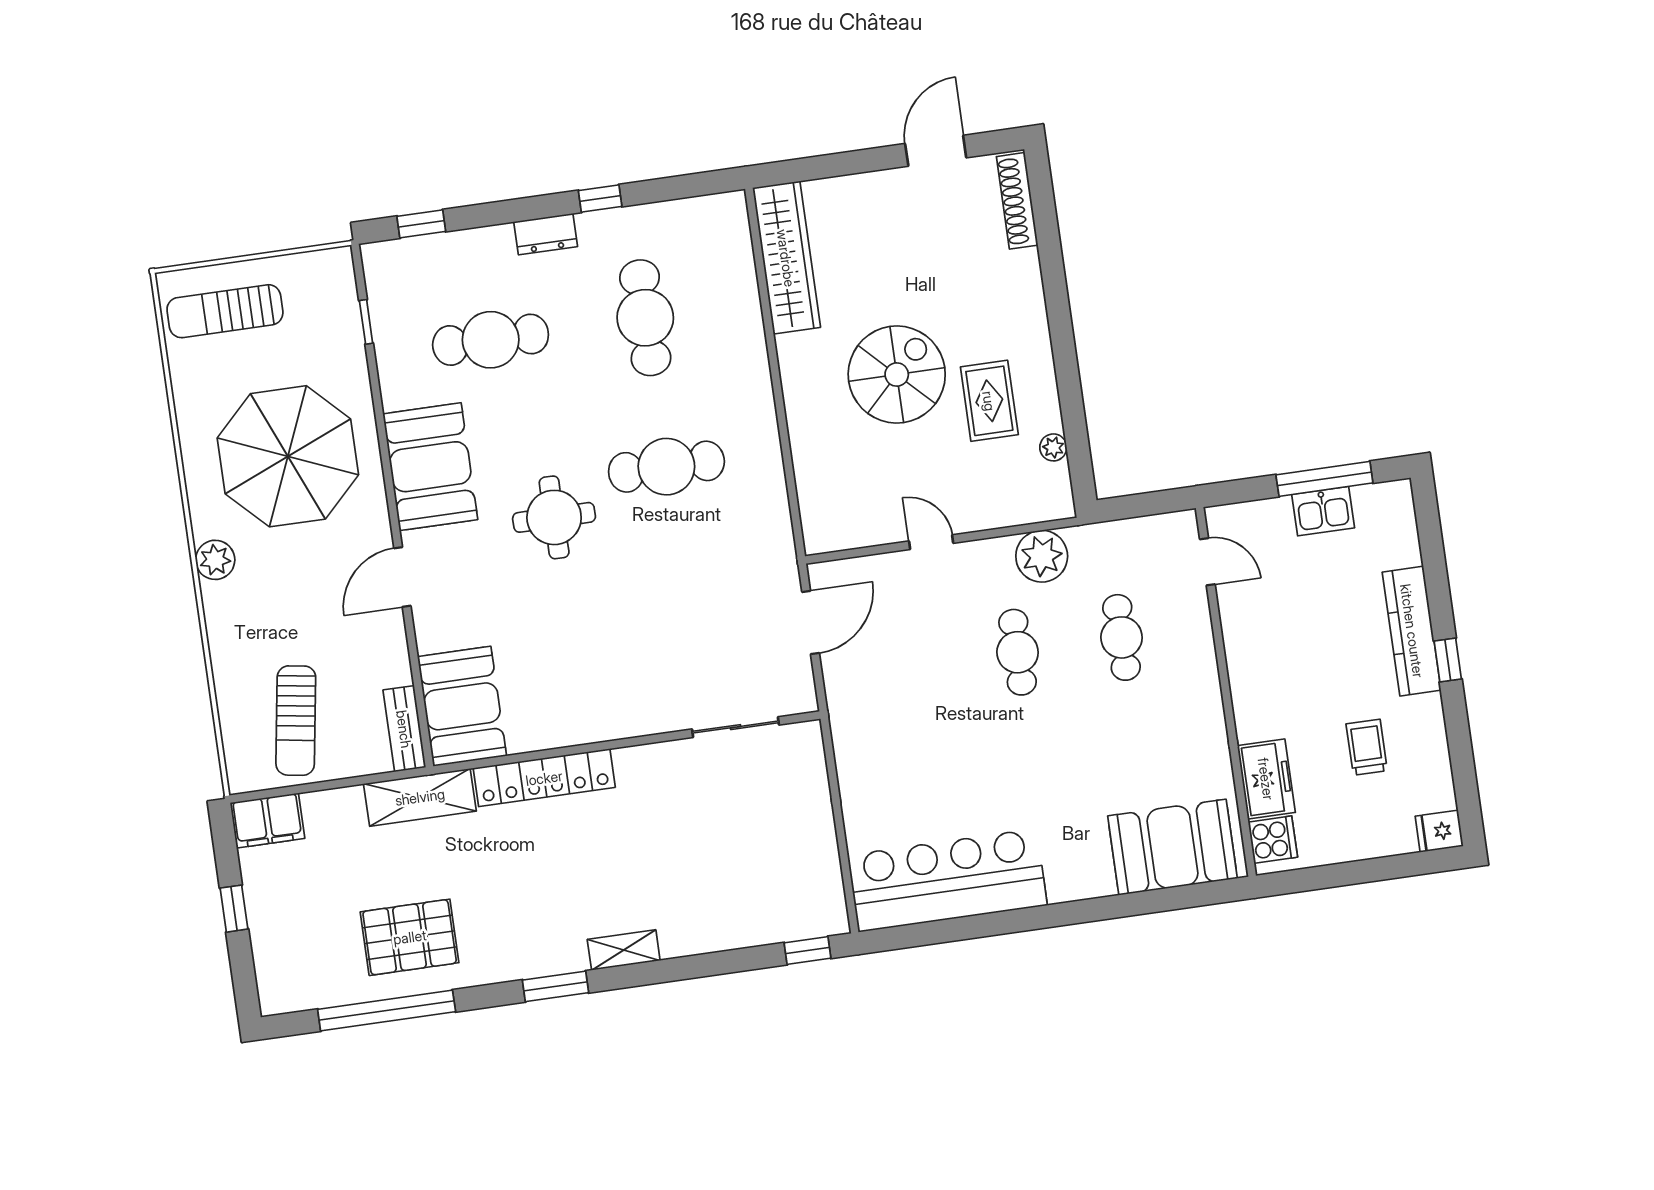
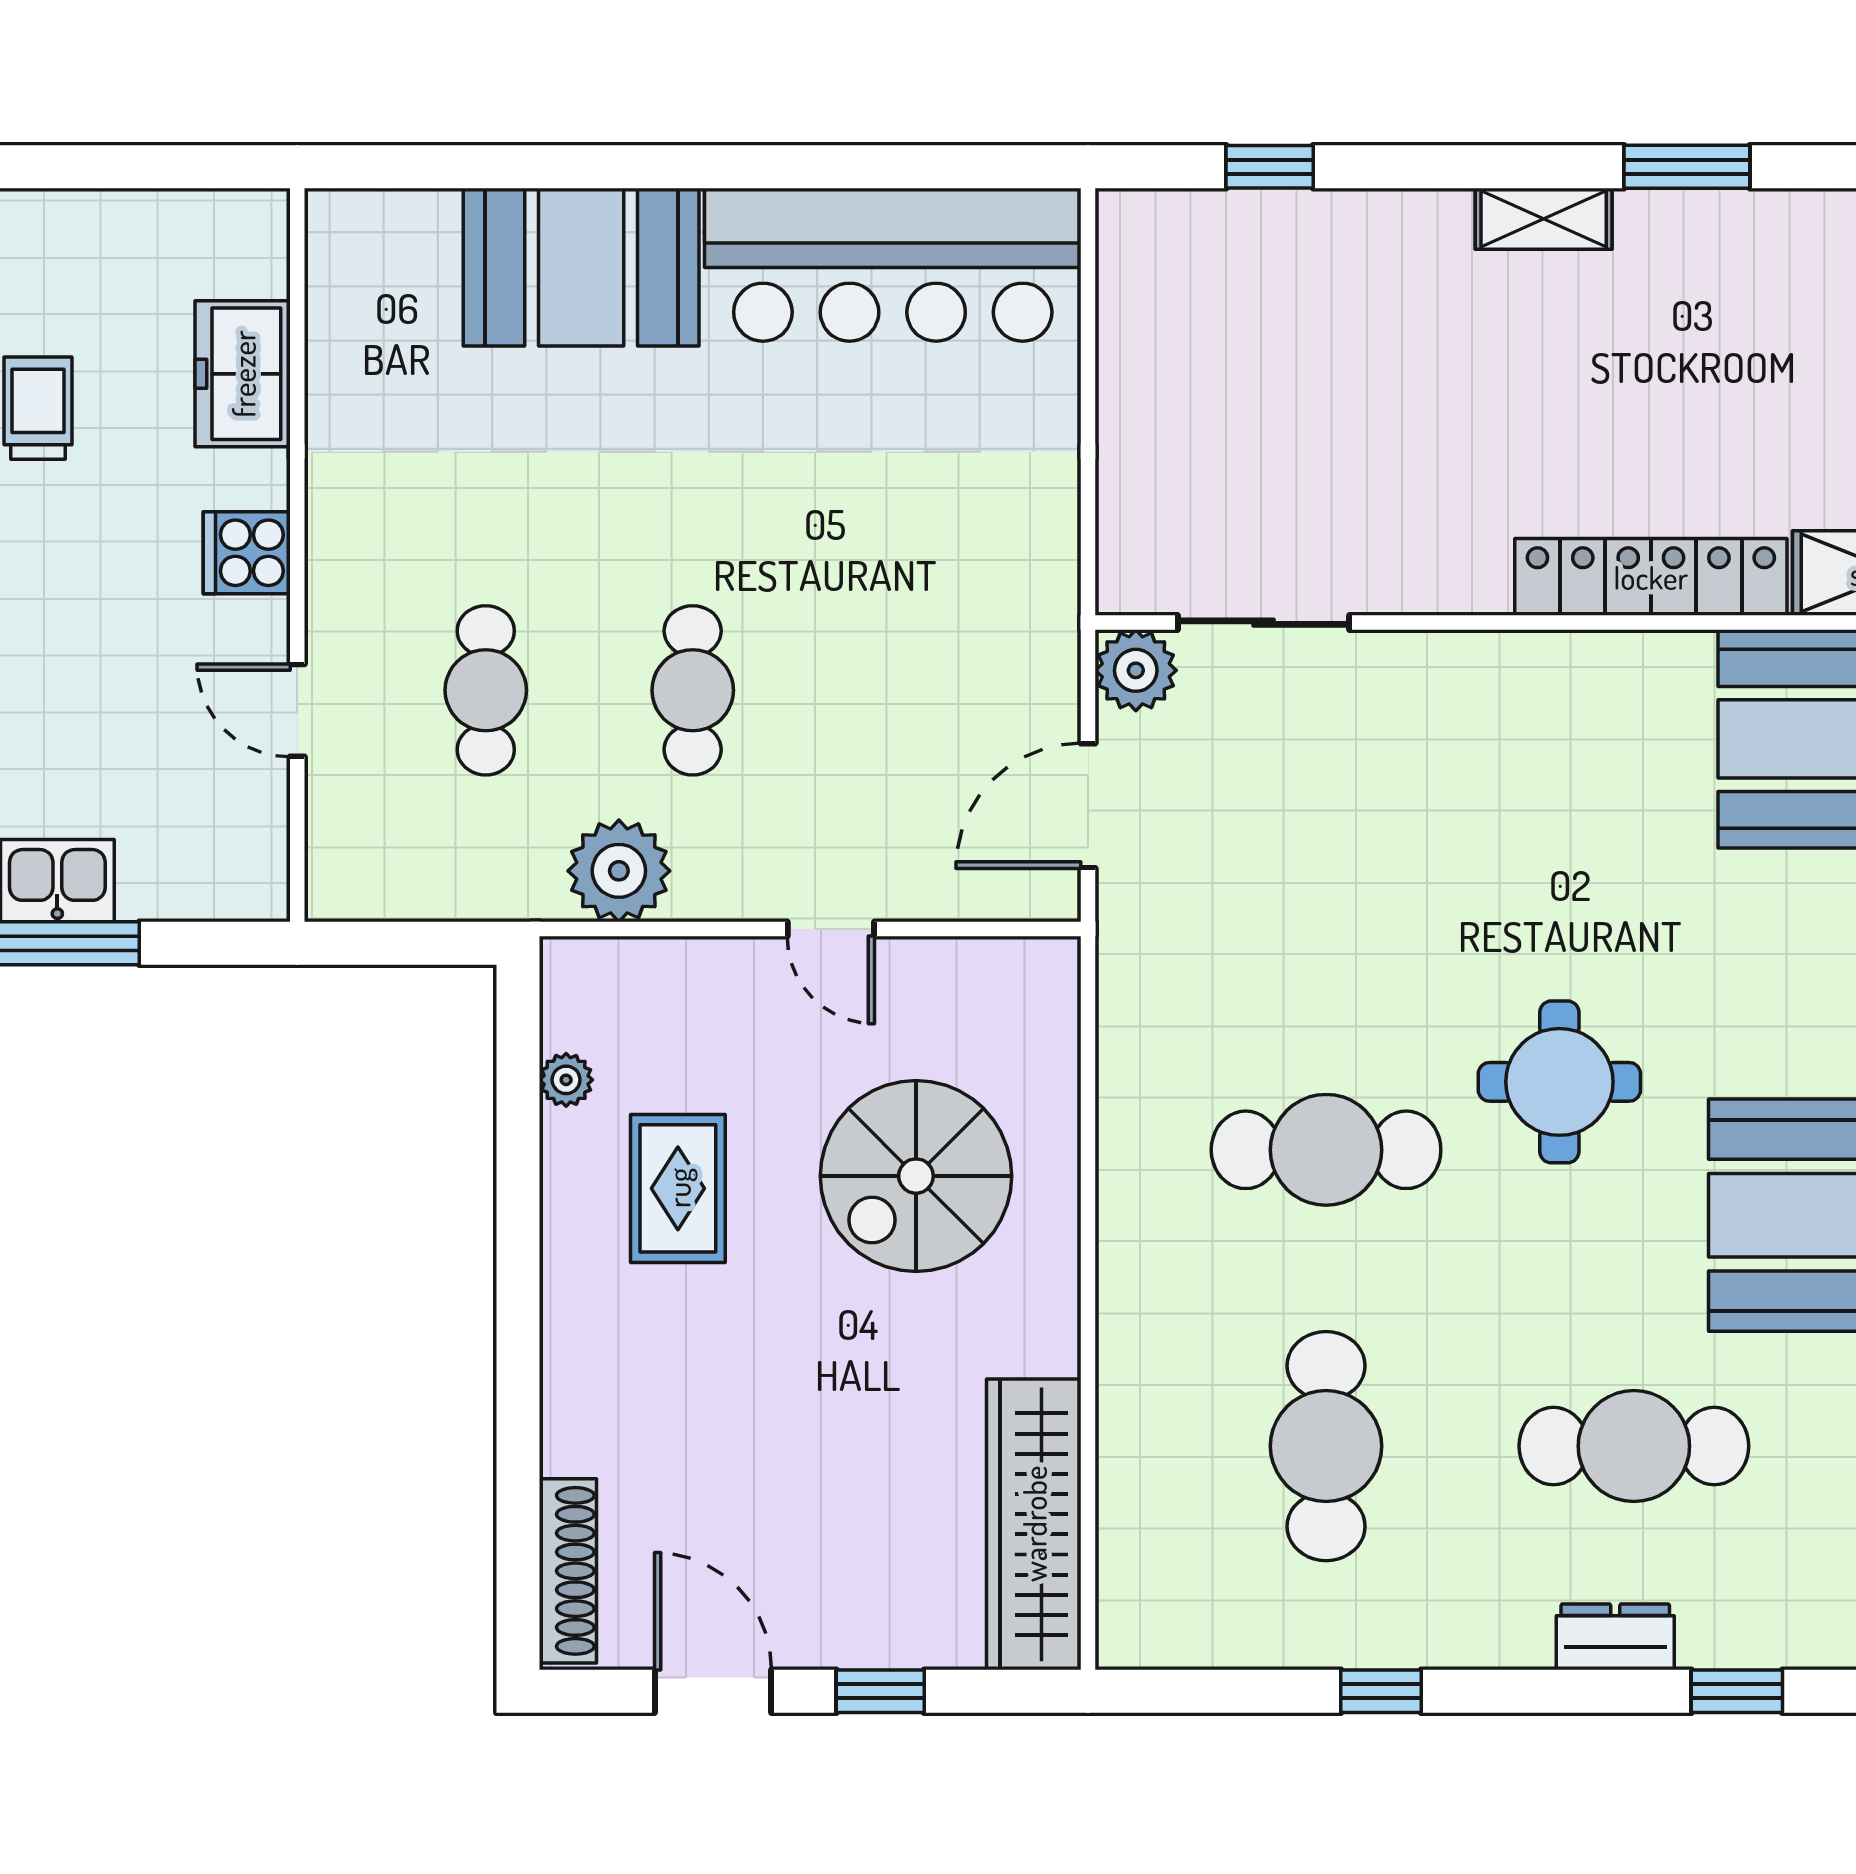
door: (936, 151) -> (713, 1691), swing flipped
window: (852, 163) -> (880, 1691), added
dresser: (546, 234) -> (1615, 1637), moved
spiral stairs: (897, 375) -> (916, 1176), moved
door: (1207, 562) -> (297, 710), moved
plant: (796, 694) -> (1136, 670), added
trolley: (1367, 747) -> (38, 408), turned 180
cooker: (1273, 840) -> (247, 553), moved
booth: (1172, 847) -> (581, 267), moved
window: (807, 951) -> (1270, 167), moved

